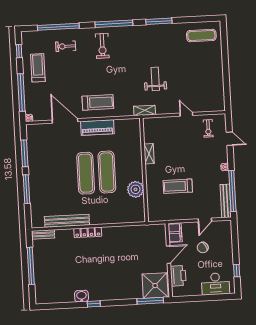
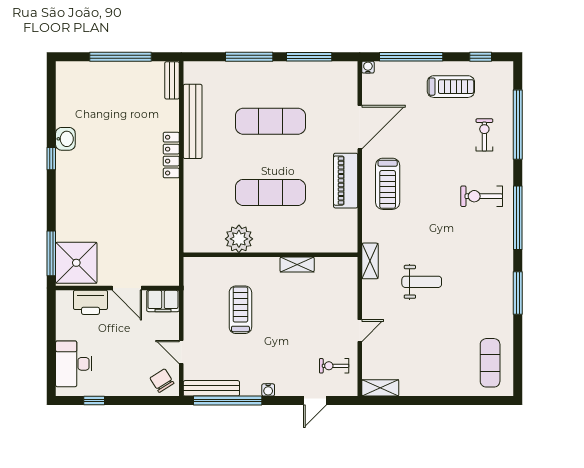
shelving: (220, 100) -> (380, 388), added
exercise mat: (86, 173) -> (270, 121), moved
chair: (203, 248) -> (162, 381), moved

